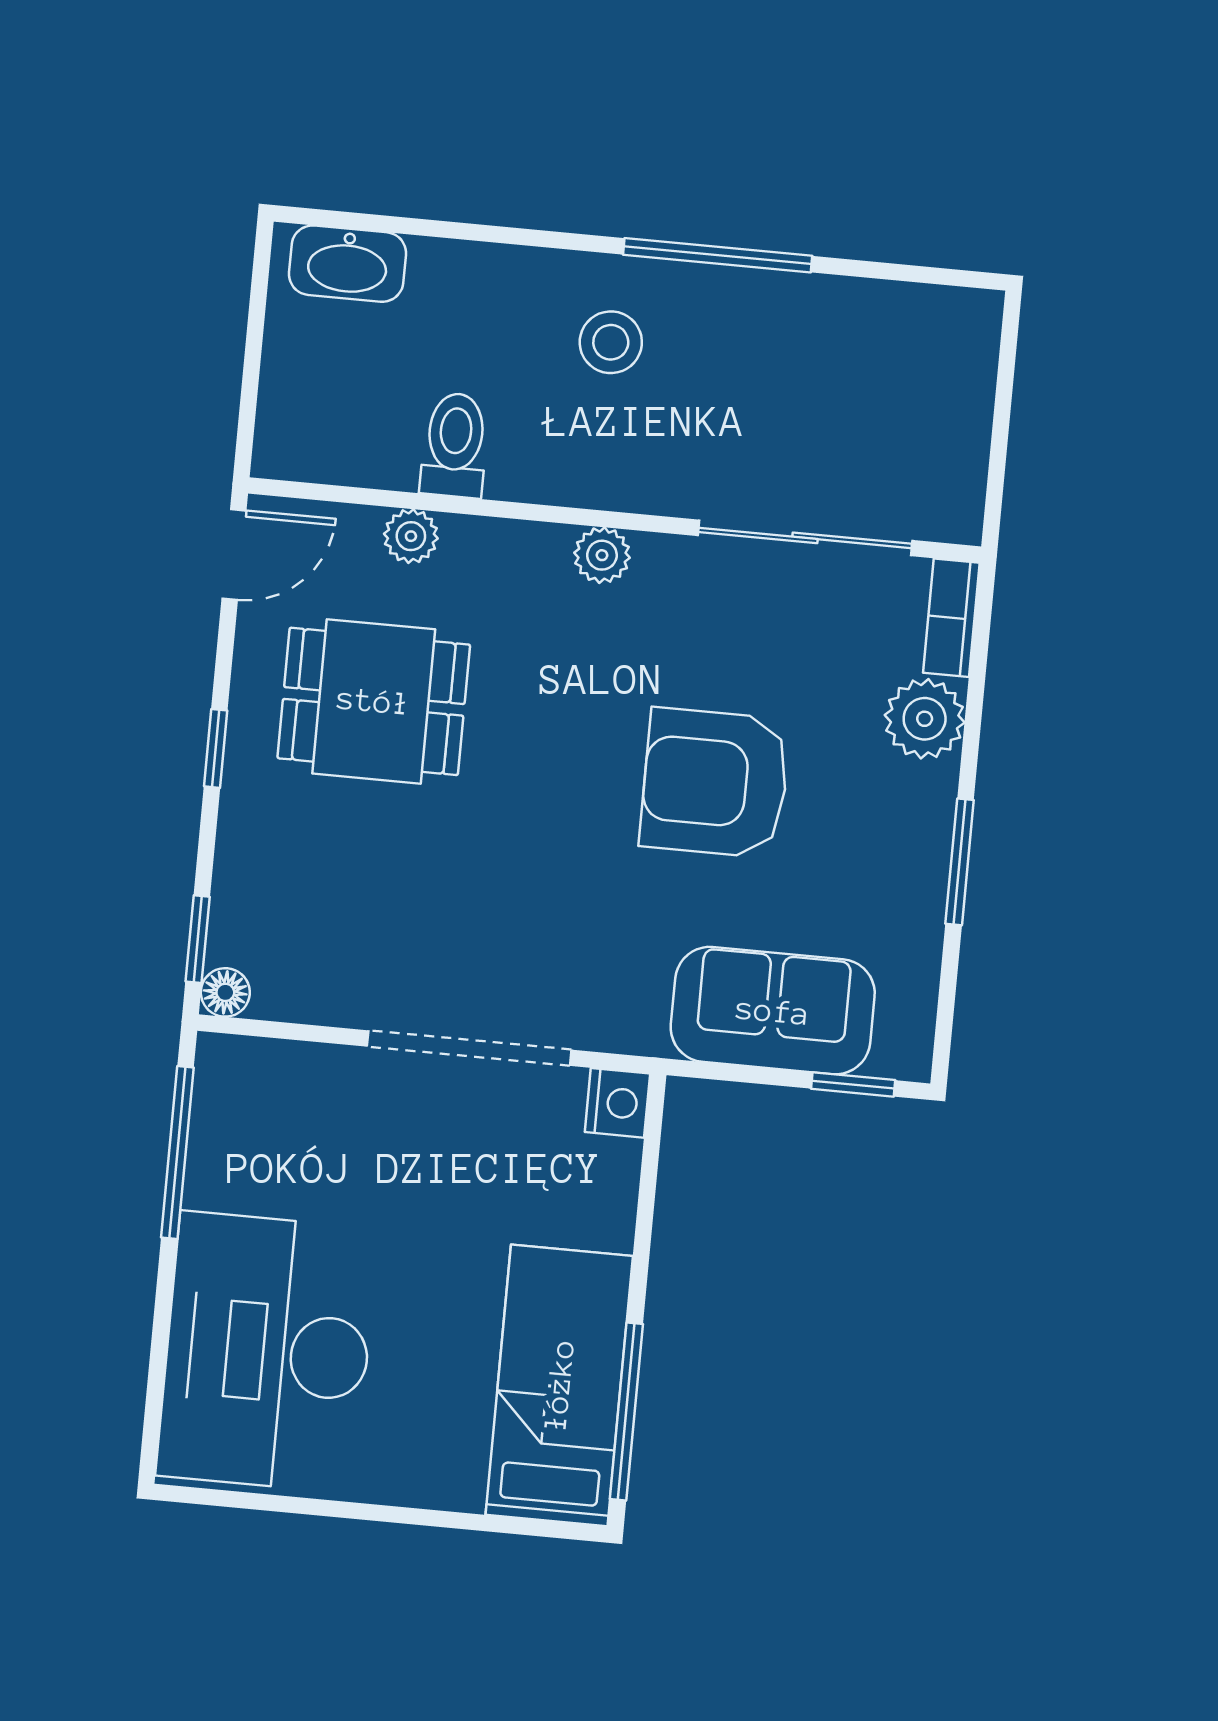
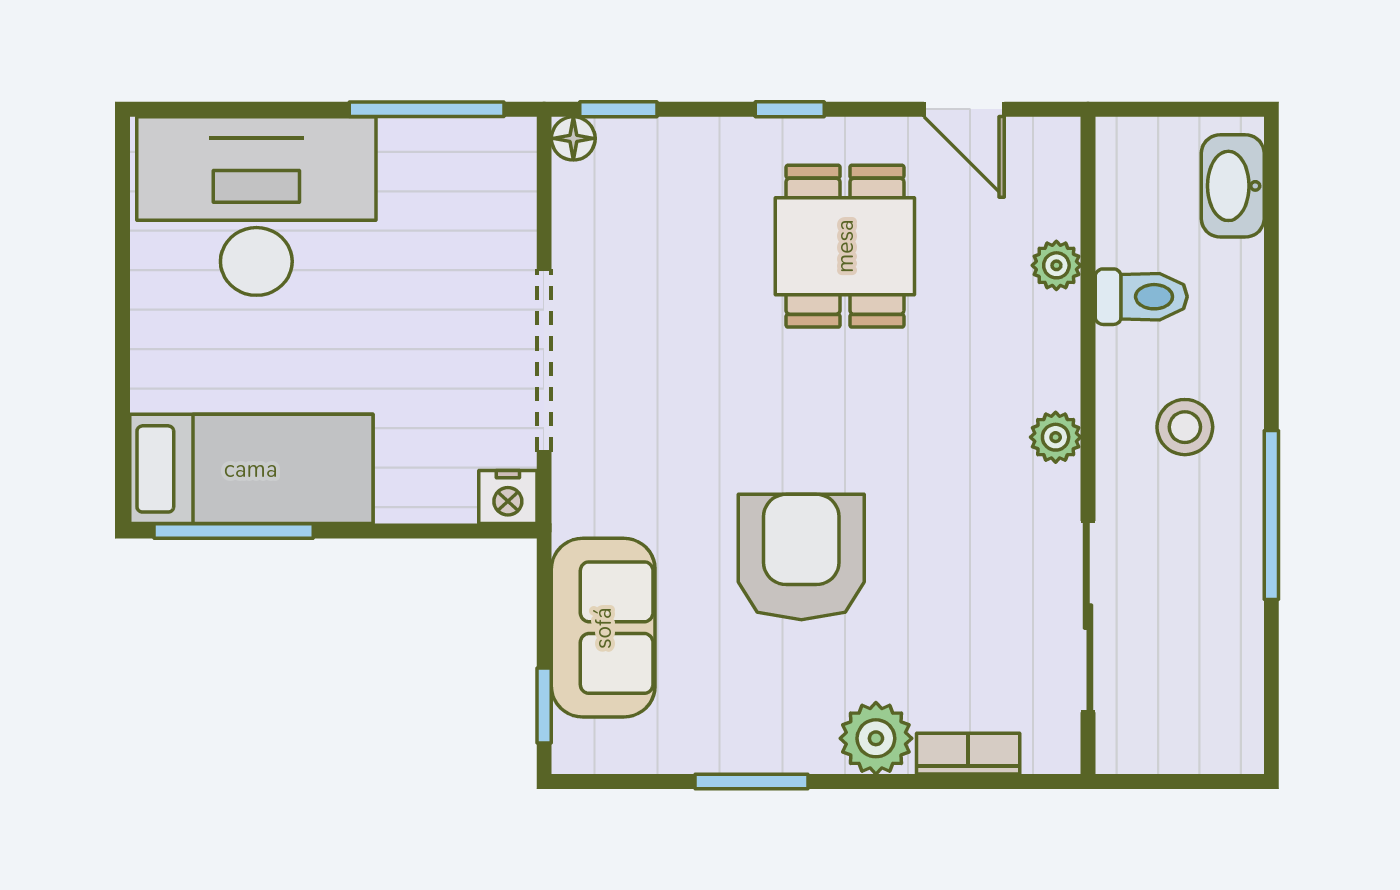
toilet: (455, 445) -> (1141, 297), moved
wall: (615, 520) -> (1088, 445), moved
plant: (411, 536) -> (1056, 265), moved
sliding door: (805, 538) -> (1088, 617), moved
plant: (602, 555) -> (1056, 437), moved

